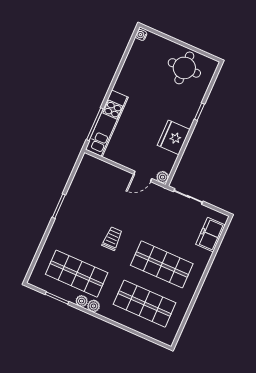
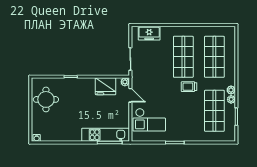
fridge: (174, 137) -> (106, 86), moved
checkout: (101, 187) -> (149, 120), added
trolley: (112, 238) -> (189, 87), moved

